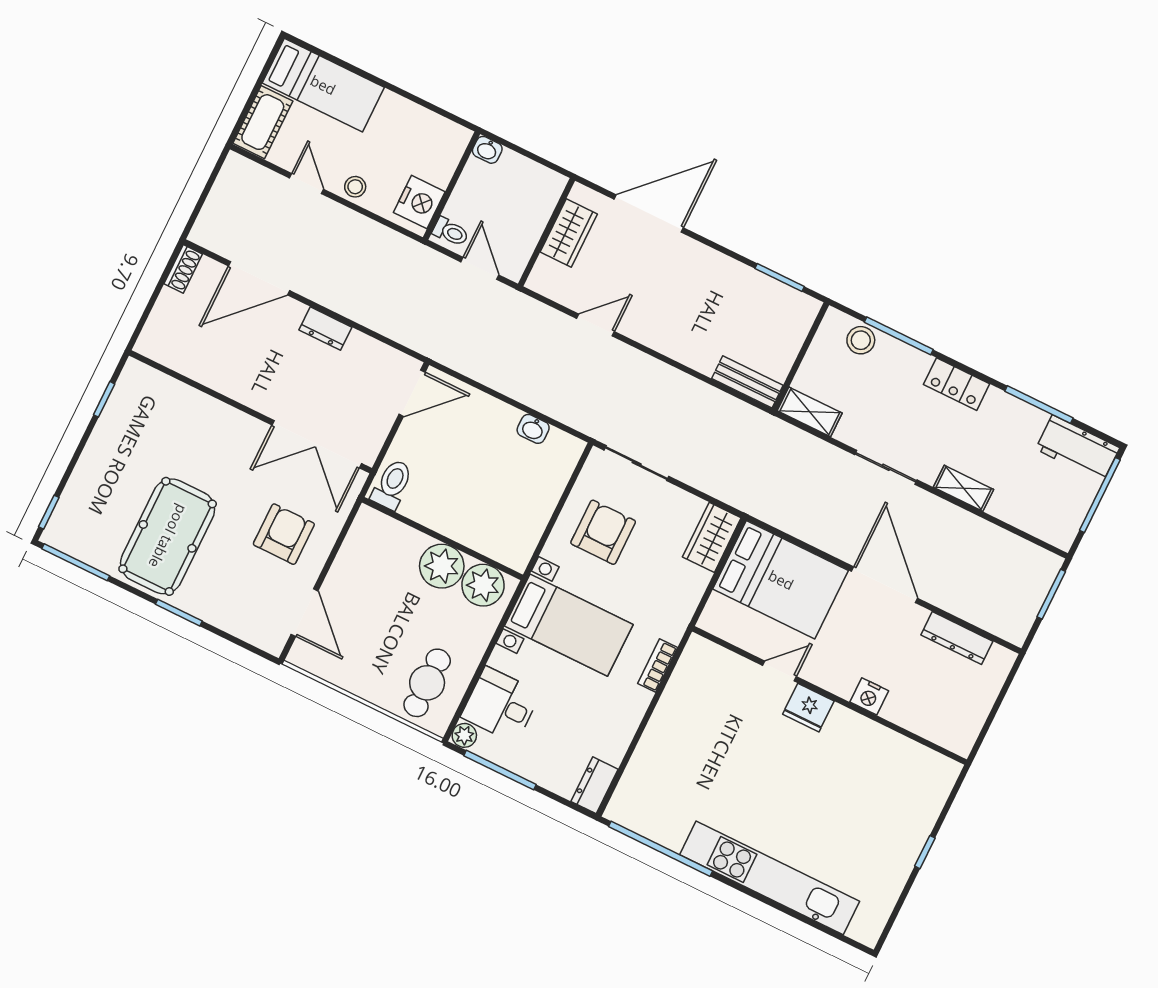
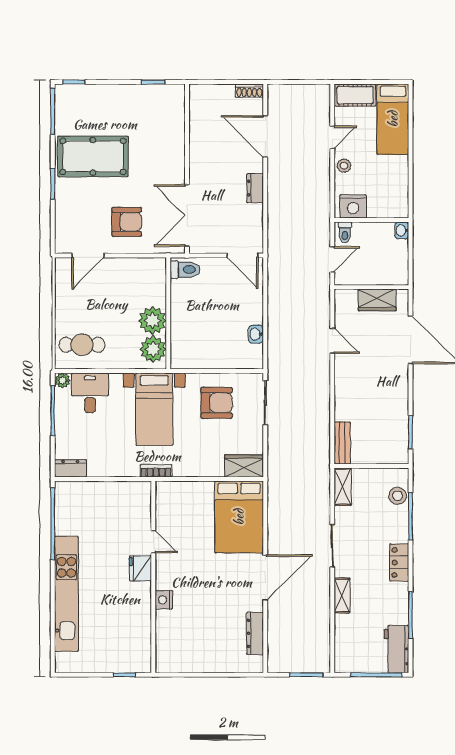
door: (779, 671) -> (153, 542), moved
wall: (830, 695) -> (153, 577), moved
nightstand: (869, 696) -> (164, 600), moved
fridge: (808, 708) -> (140, 568), moved

